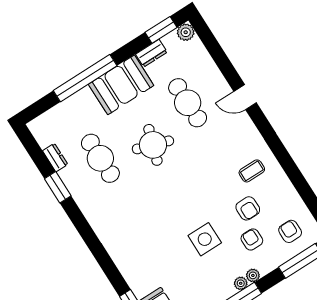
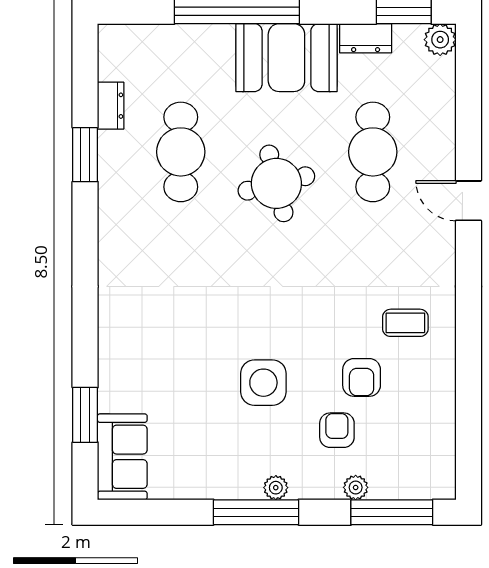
round table: (153, 145) -> (276, 183), turned -32
armchair: (290, 231) -> (405, 456), removed
plant: (253, 275) -> (356, 487), moved

